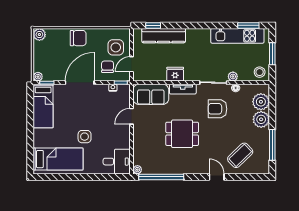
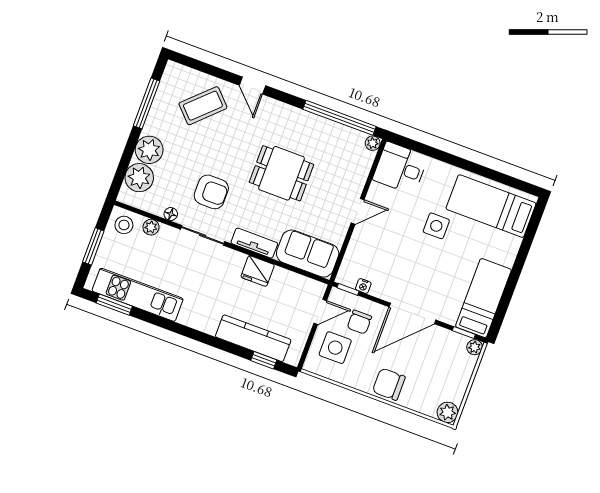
plant: (233, 76) -> (151, 227), moved
door: (132, 116) -> (358, 211), moved

